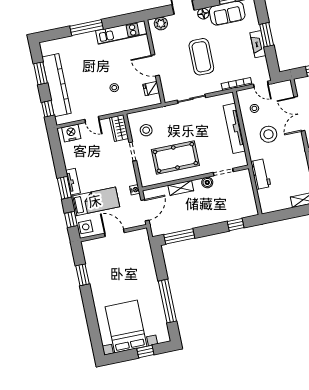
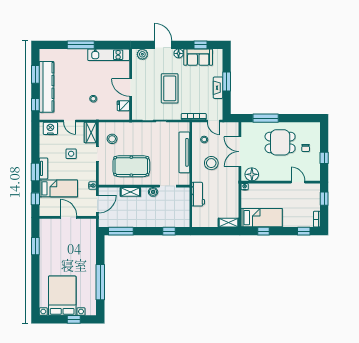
side table: (86, 227) -> (71, 154), moved

